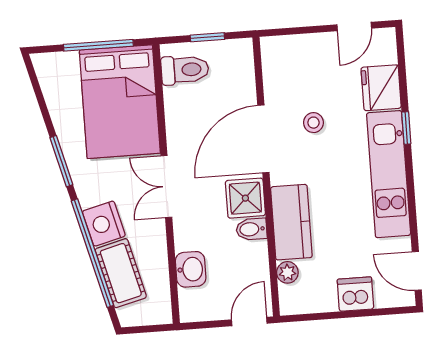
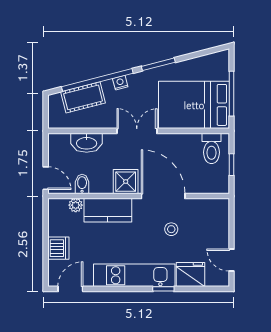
nightstand: (104, 224) -> (120, 83), width x0.53, depth x0.56
bidet: (251, 229) -> (82, 184), moved
washbasin: (191, 269) -> (87, 143), width x1.38

